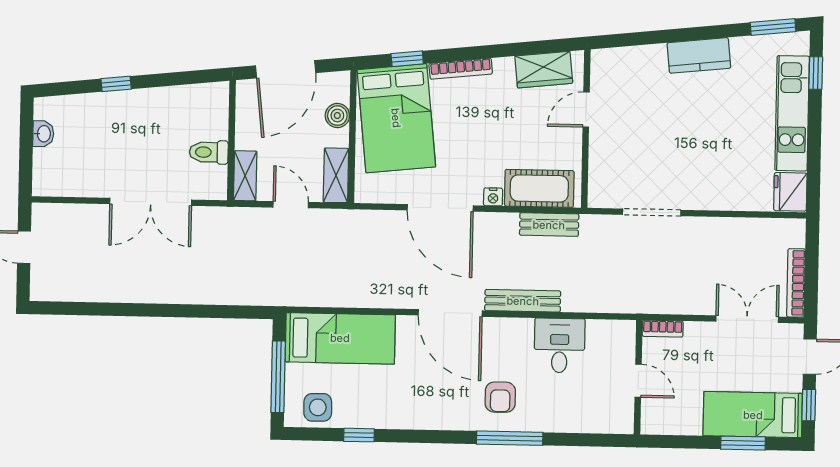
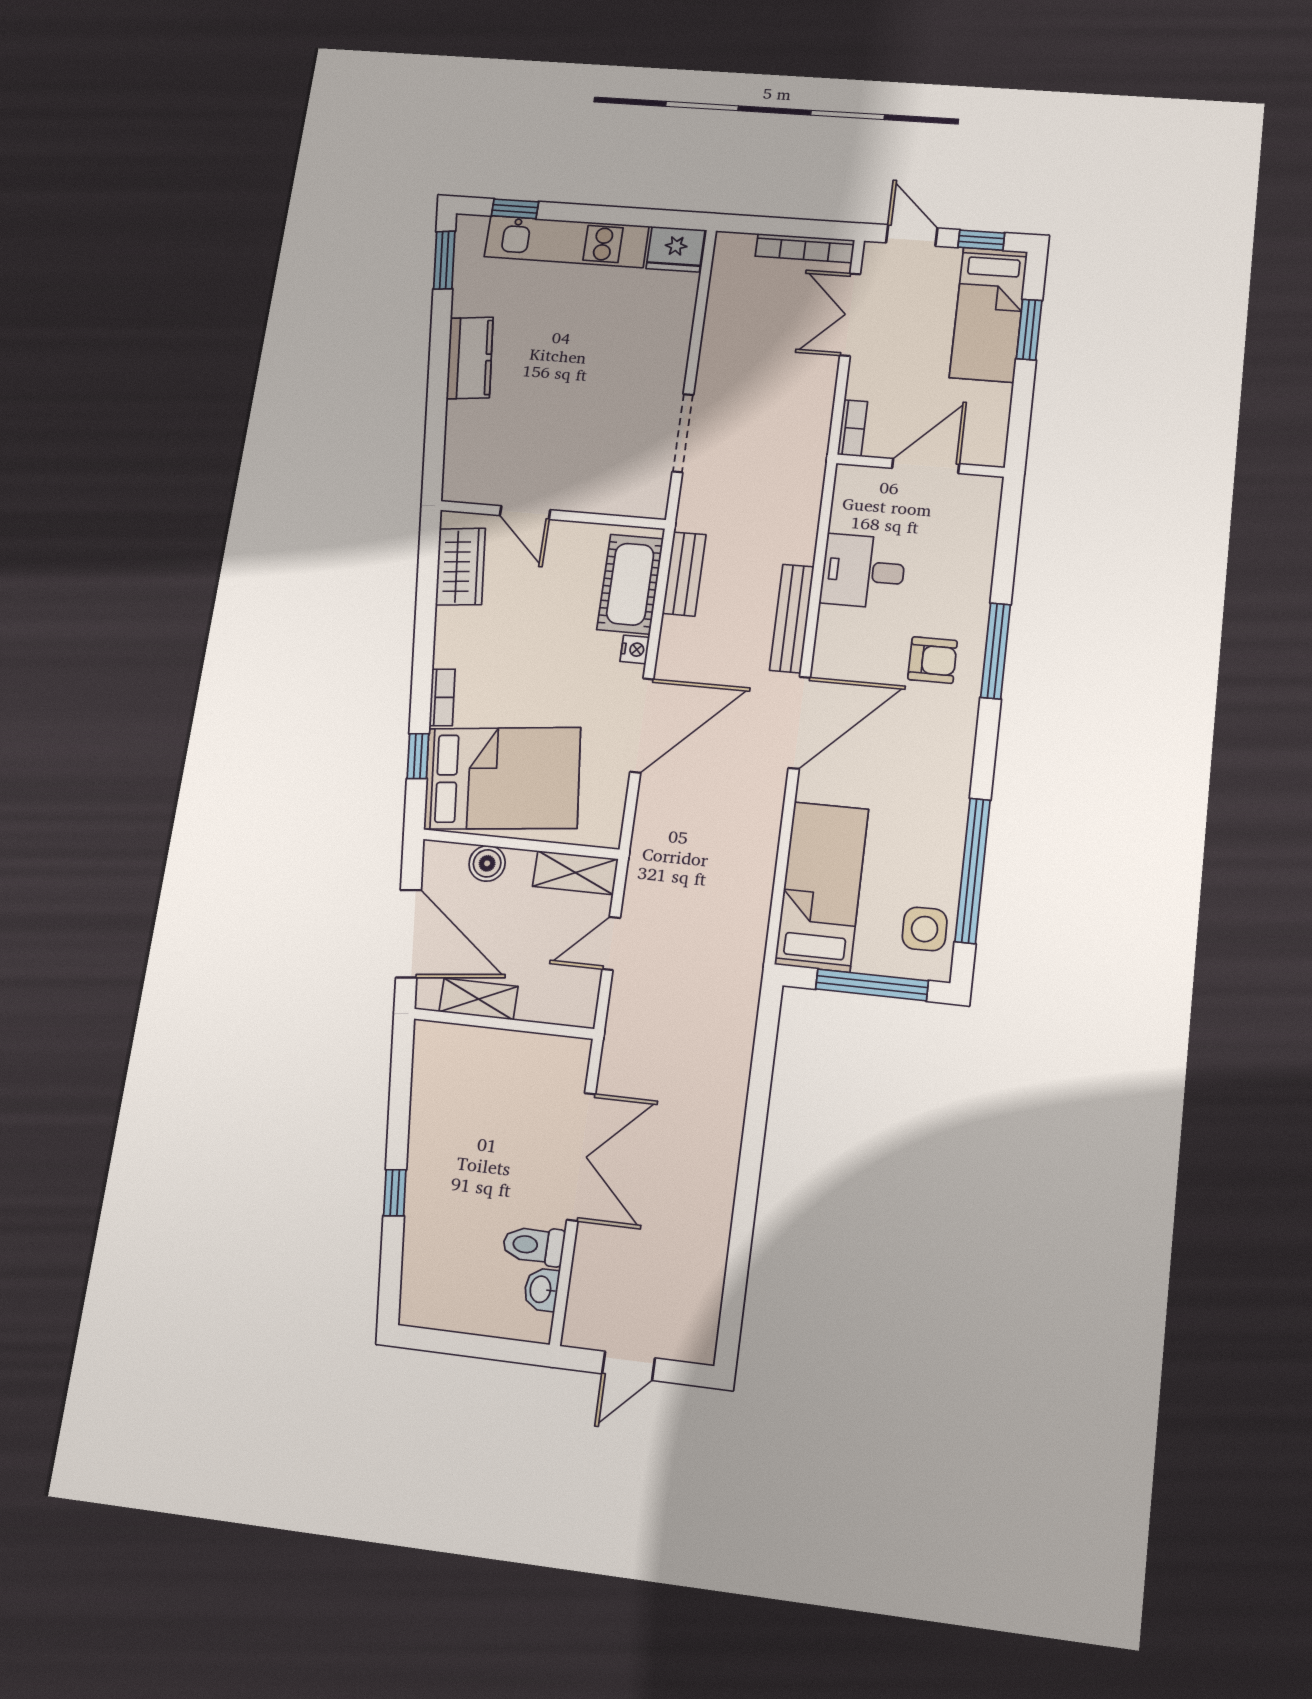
bookcase: (461, 69) -> (442, 697), width x0.64
washbasin: (43, 134) -> (541, 1289), moved, turned -90
toilet: (209, 152) -> (534, 1245), moved, turned 90
shelving: (245, 176) -> (478, 999), moved
door: (638, 381) -> (926, 466), width x1.38
window: (359, 435) -> (973, 871), width x3.17

